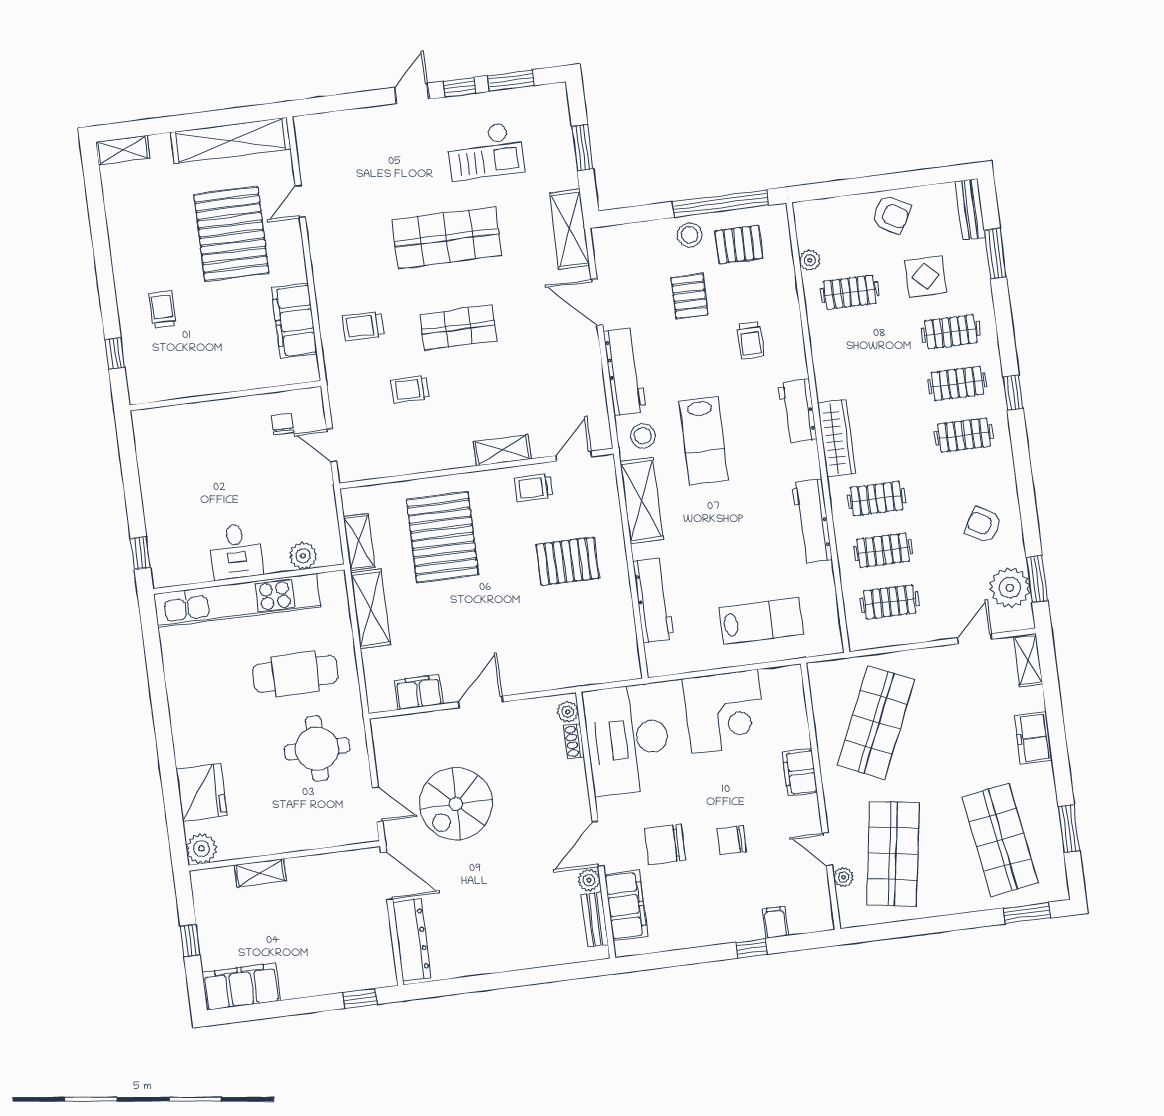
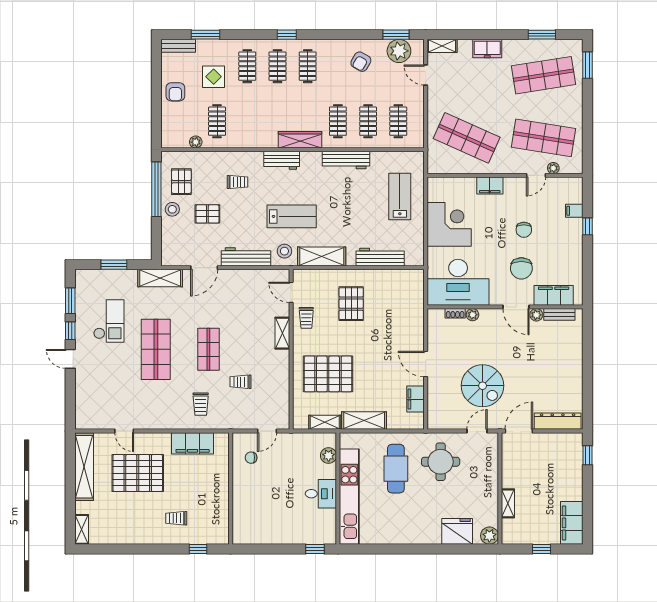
armchair: (891, 215) -> (175, 92), turned 151
trolley: (410, 389) -> (241, 382), turned 90
plant: (568, 712) -> (472, 315), moved

